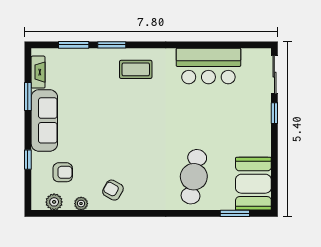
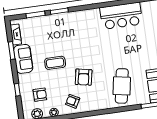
coffee table: (136, 69) -> (55, 63), moved
sofa: (44, 120) -> (23, 59), width x0.73
armchair: (135, 154) -> (84, 77), added

